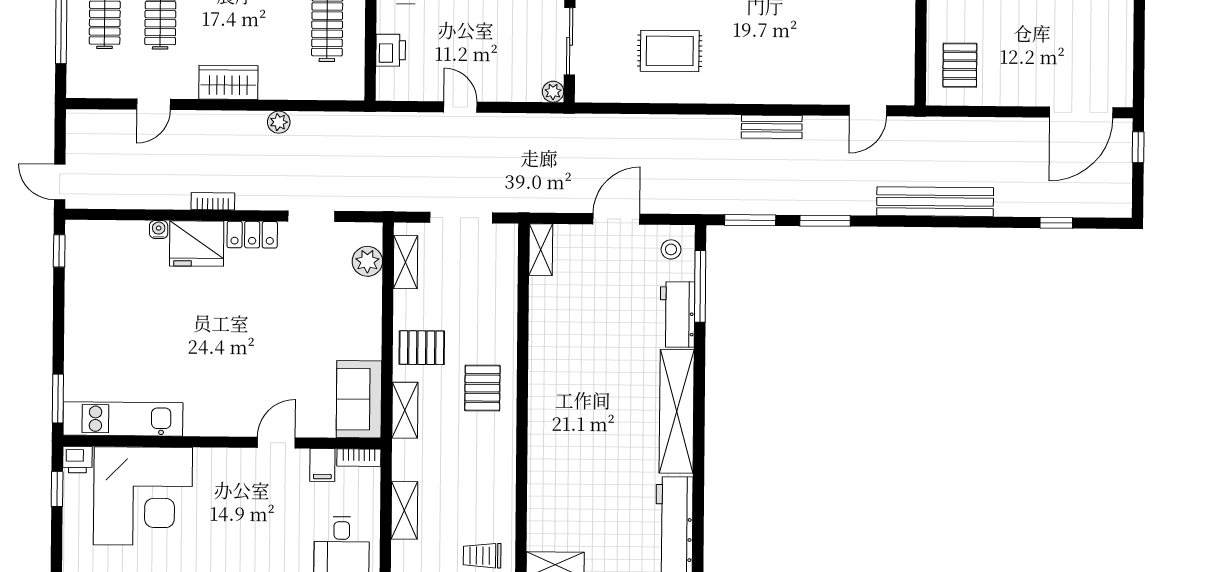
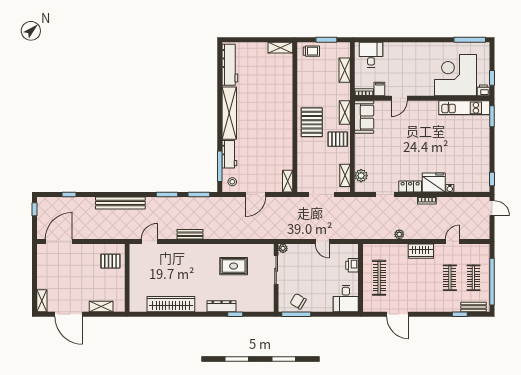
pallet: (960, 65) -> (110, 261), turned 90
window: (1138, 147) -> (34, 209), moved
pallet: (482, 388) -> (312, 122), width x1.50, depth x1.42

